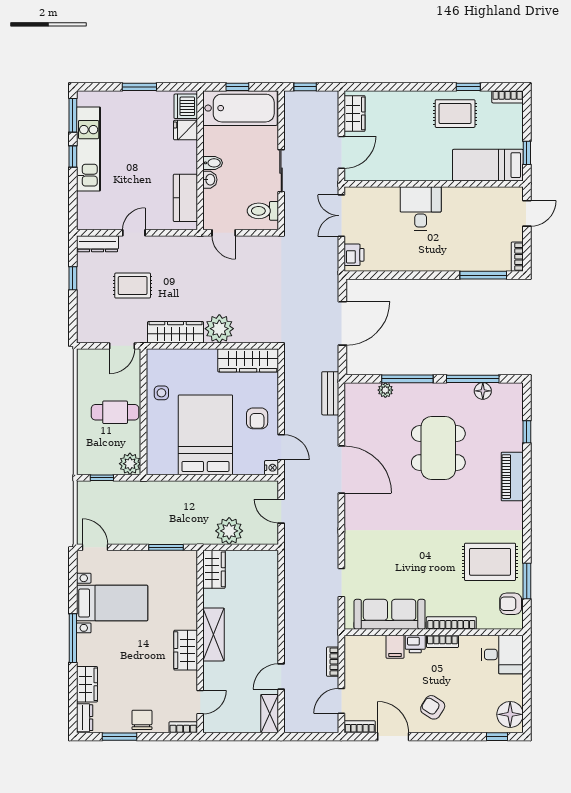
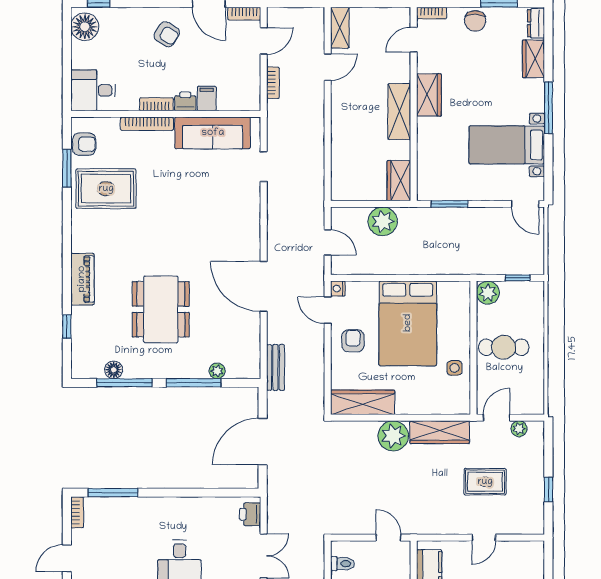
toilet: (263, 211) -> (342, 564), width x0.73, depth x0.72
dresser: (98, 244) -> (522, 526), removed
plant: (101, 335) -> (519, 429), added

